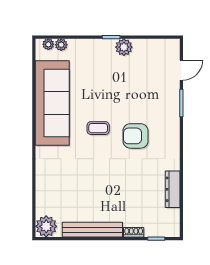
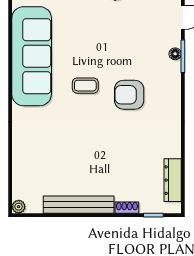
floor lamp: (175, 101) -> (175, 54), added
dresser: (173, 189) -> (173, 180), moved
plant: (46, 226) -> (19, 207), width x0.53, depth x0.53

